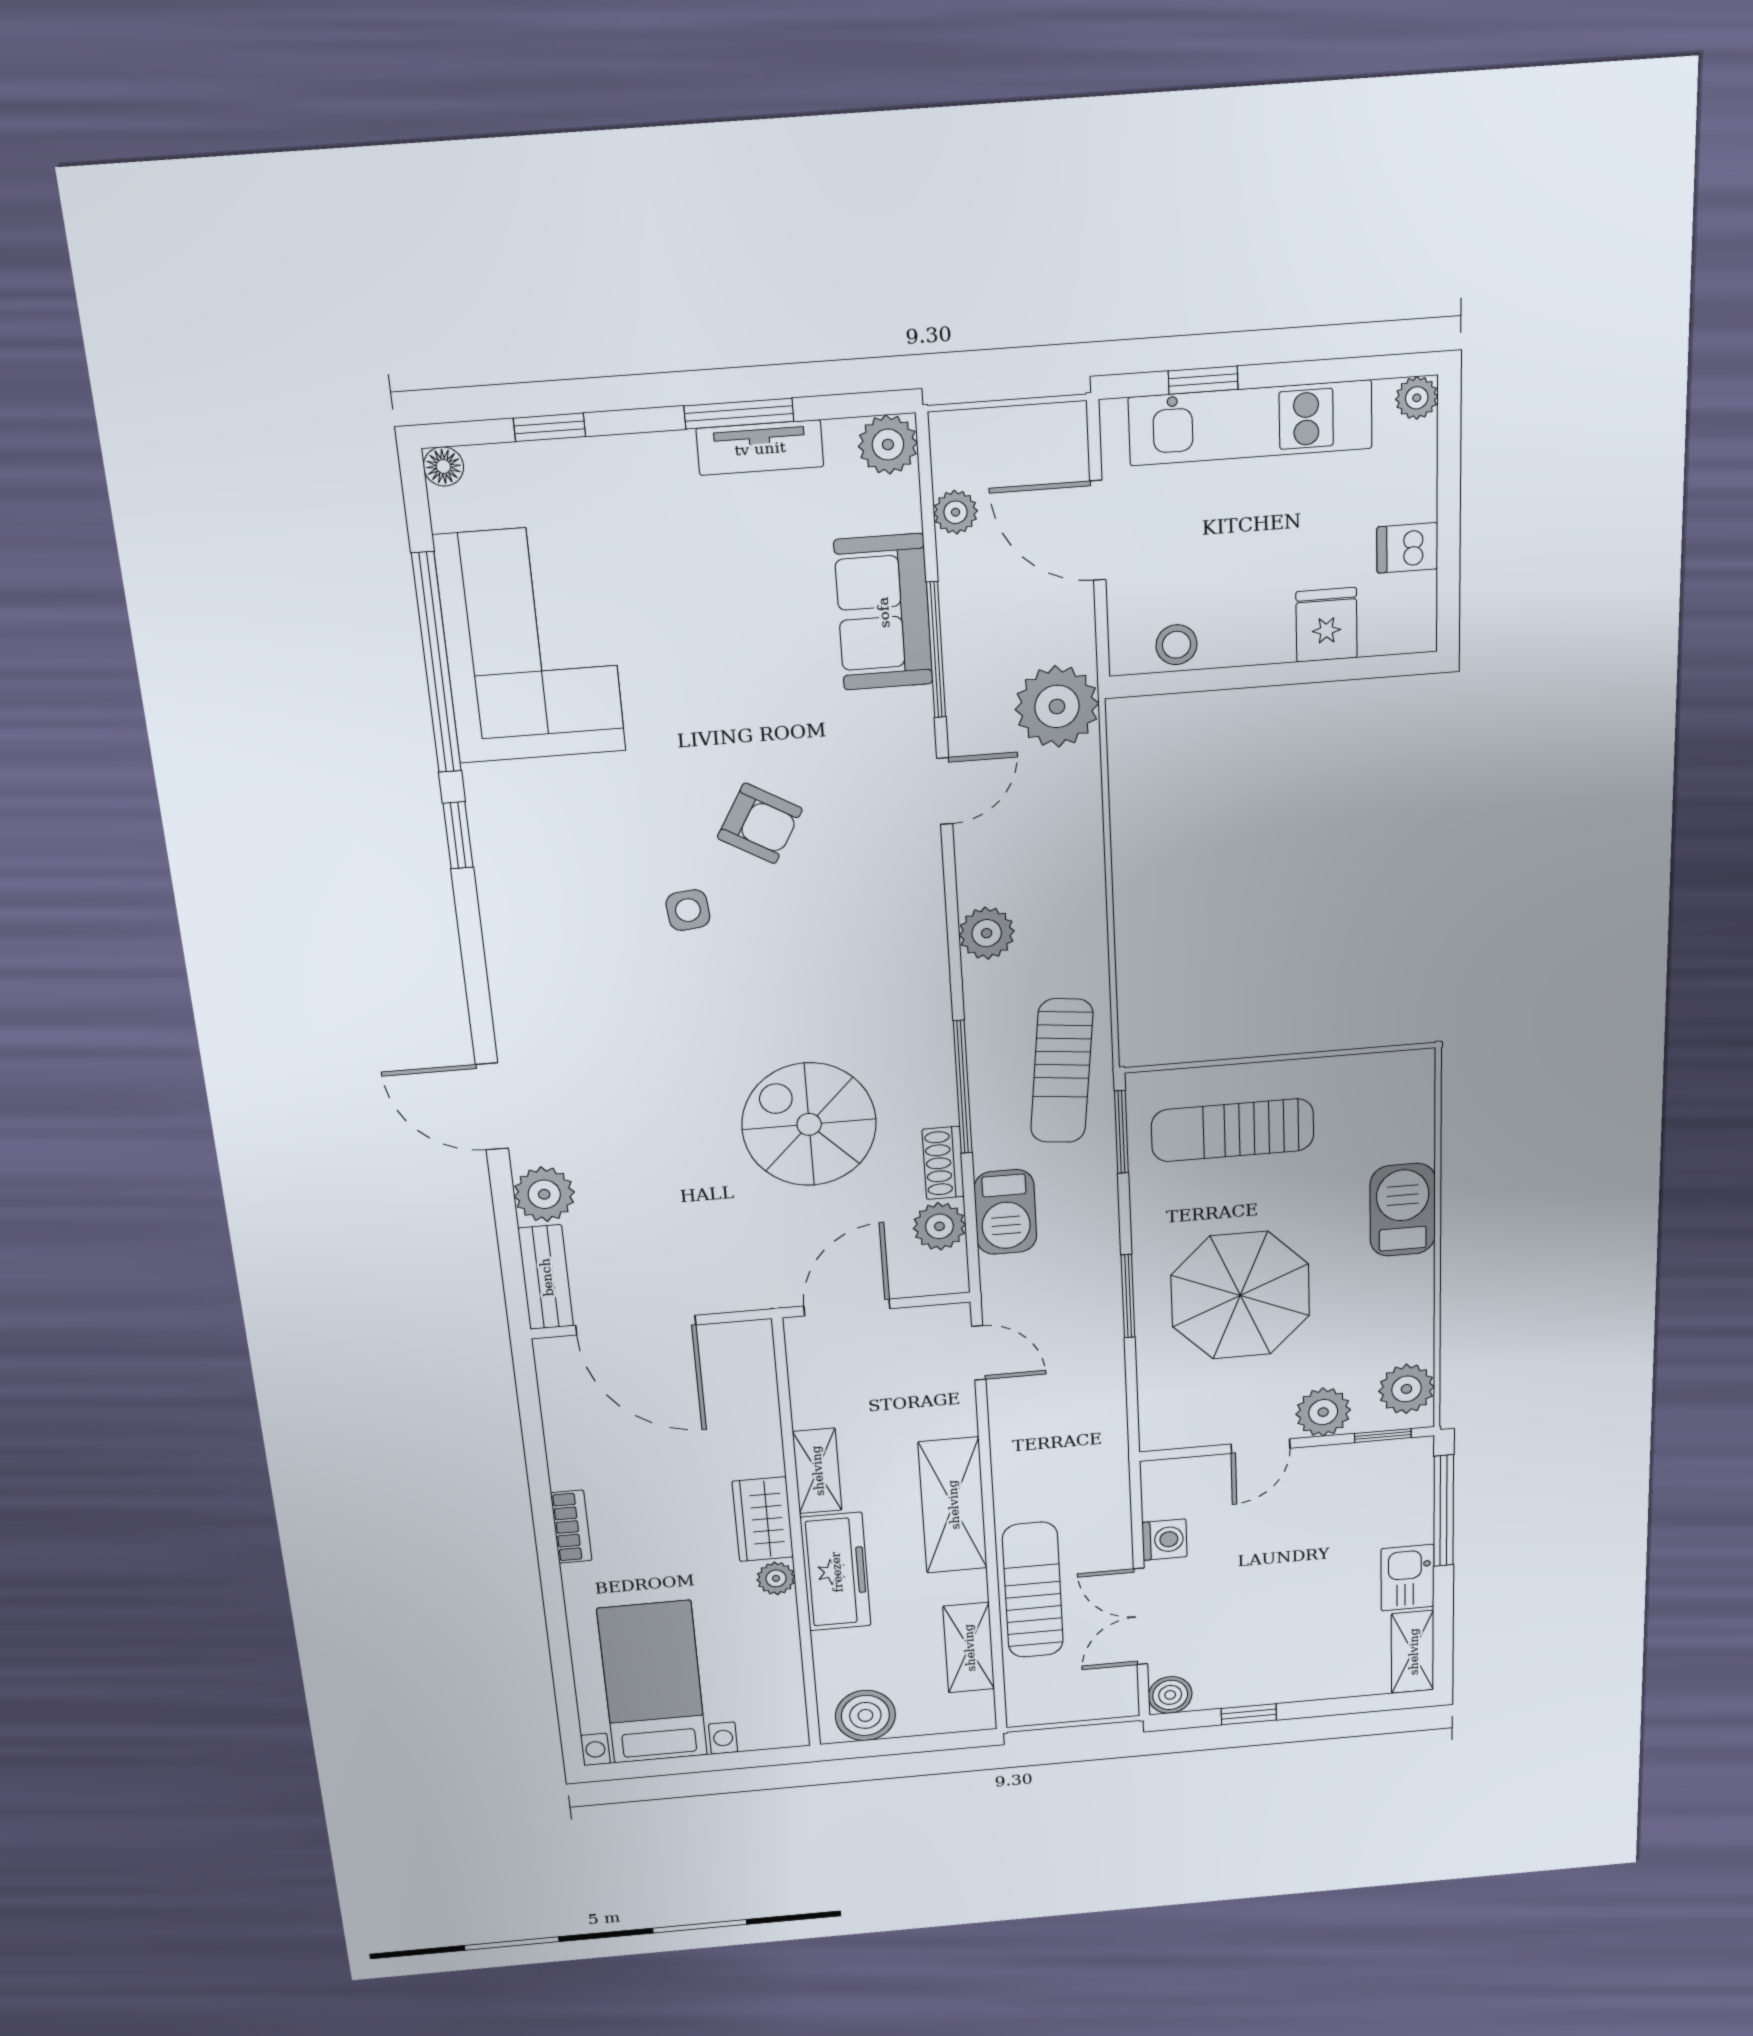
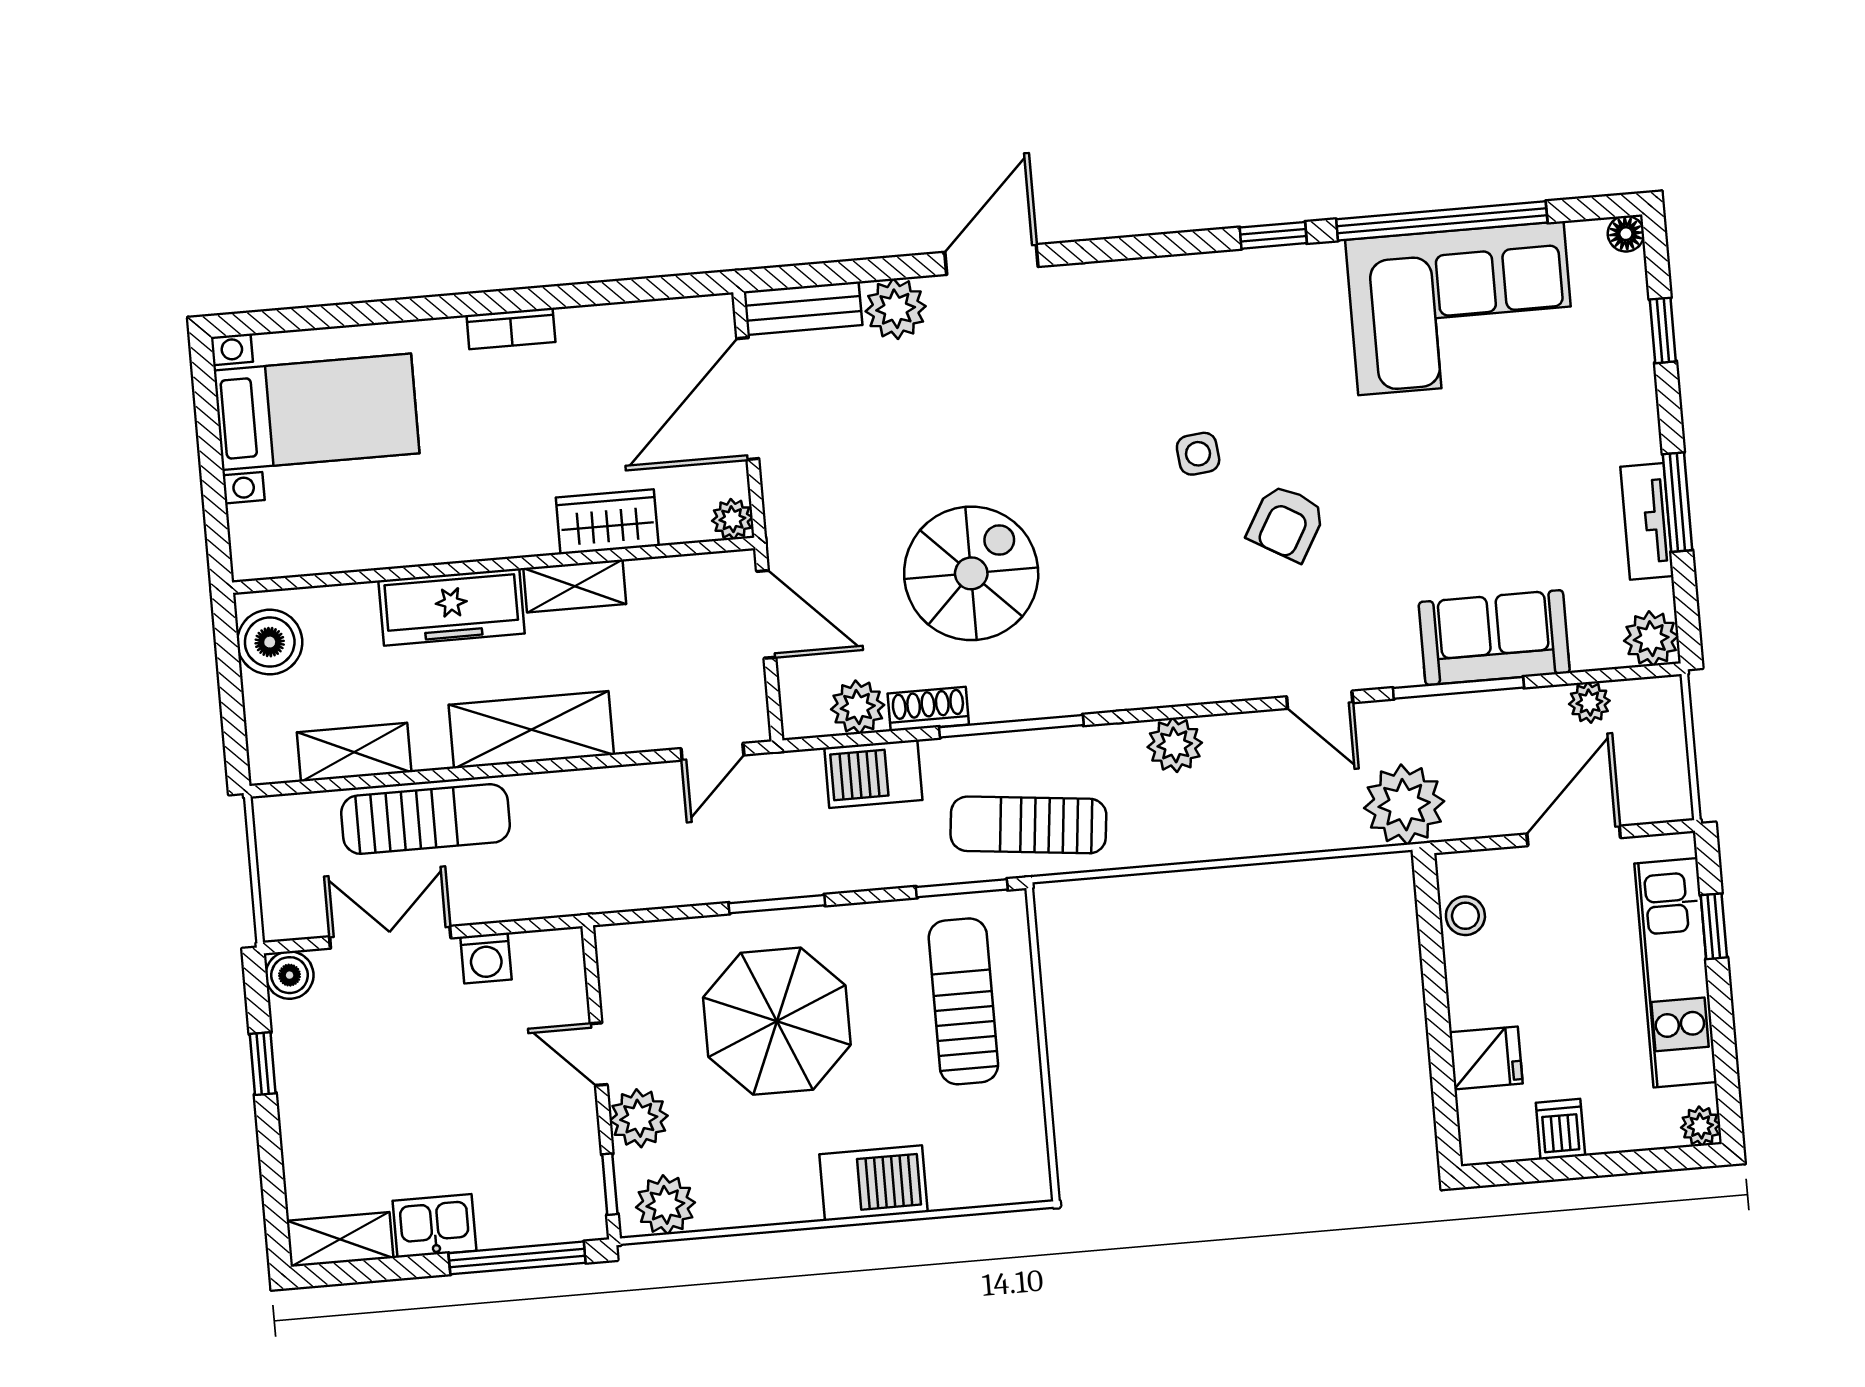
wardrobe: (763, 1519) -> (607, 522), moved
plant: (776, 1578) -> (732, 519), moved

